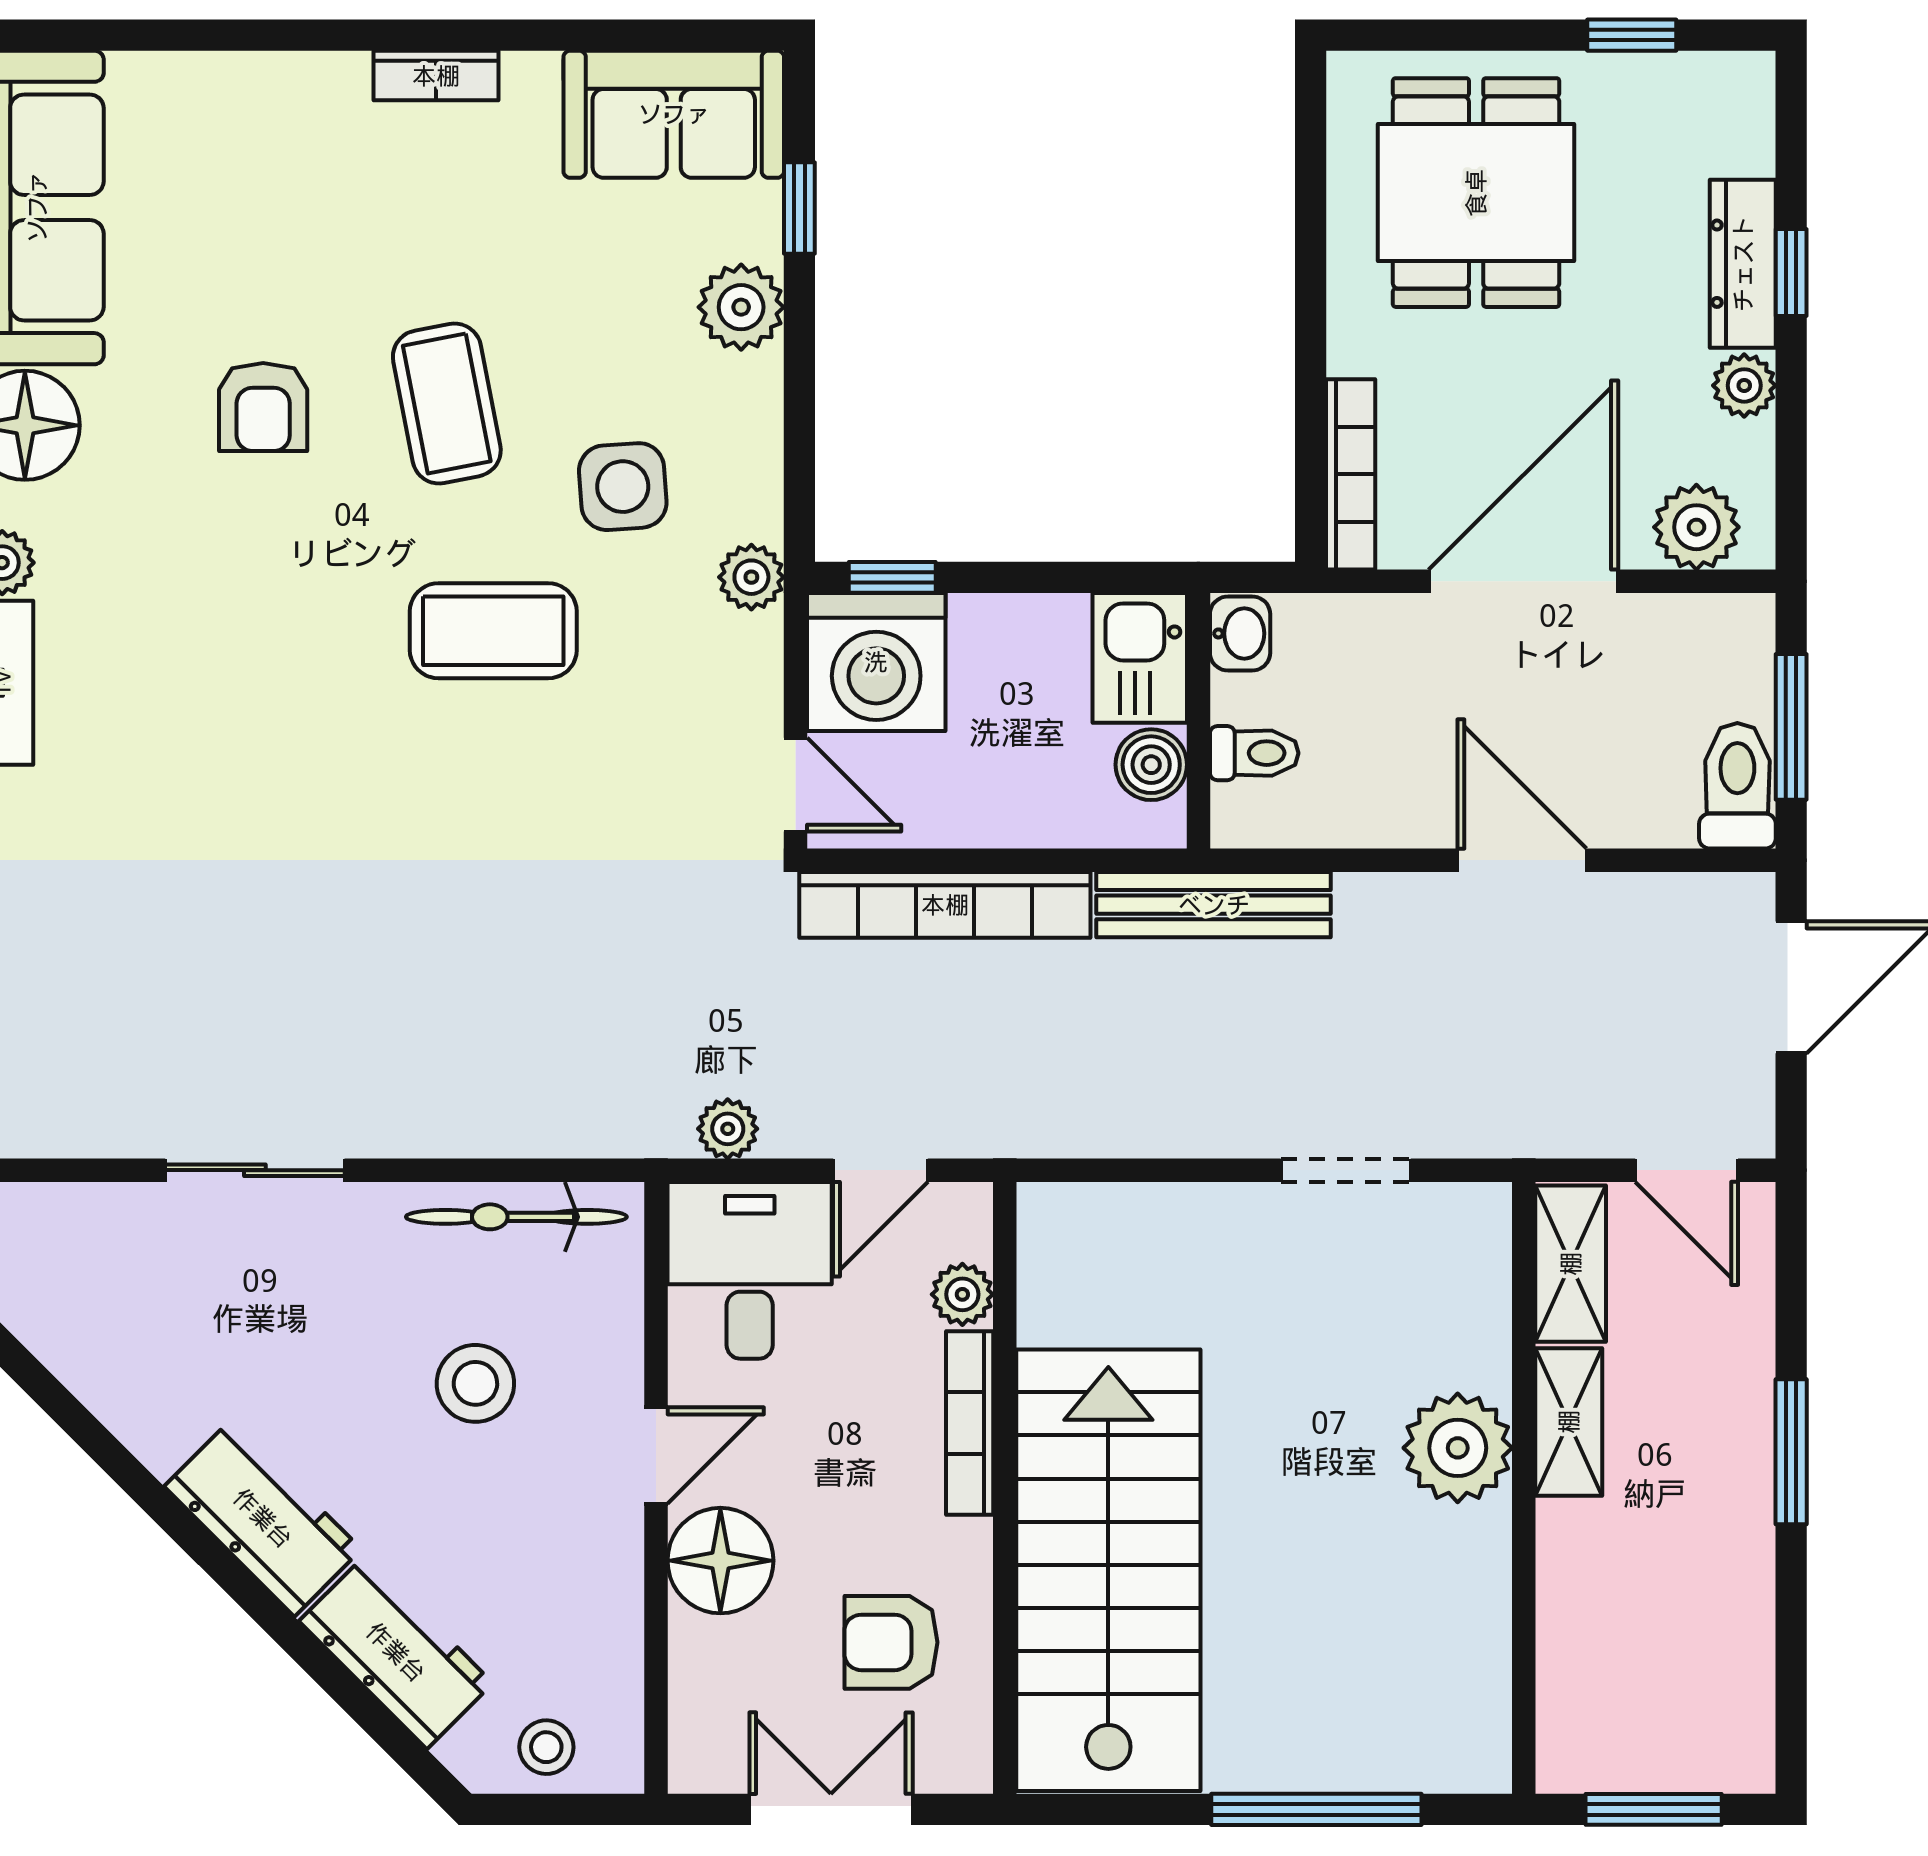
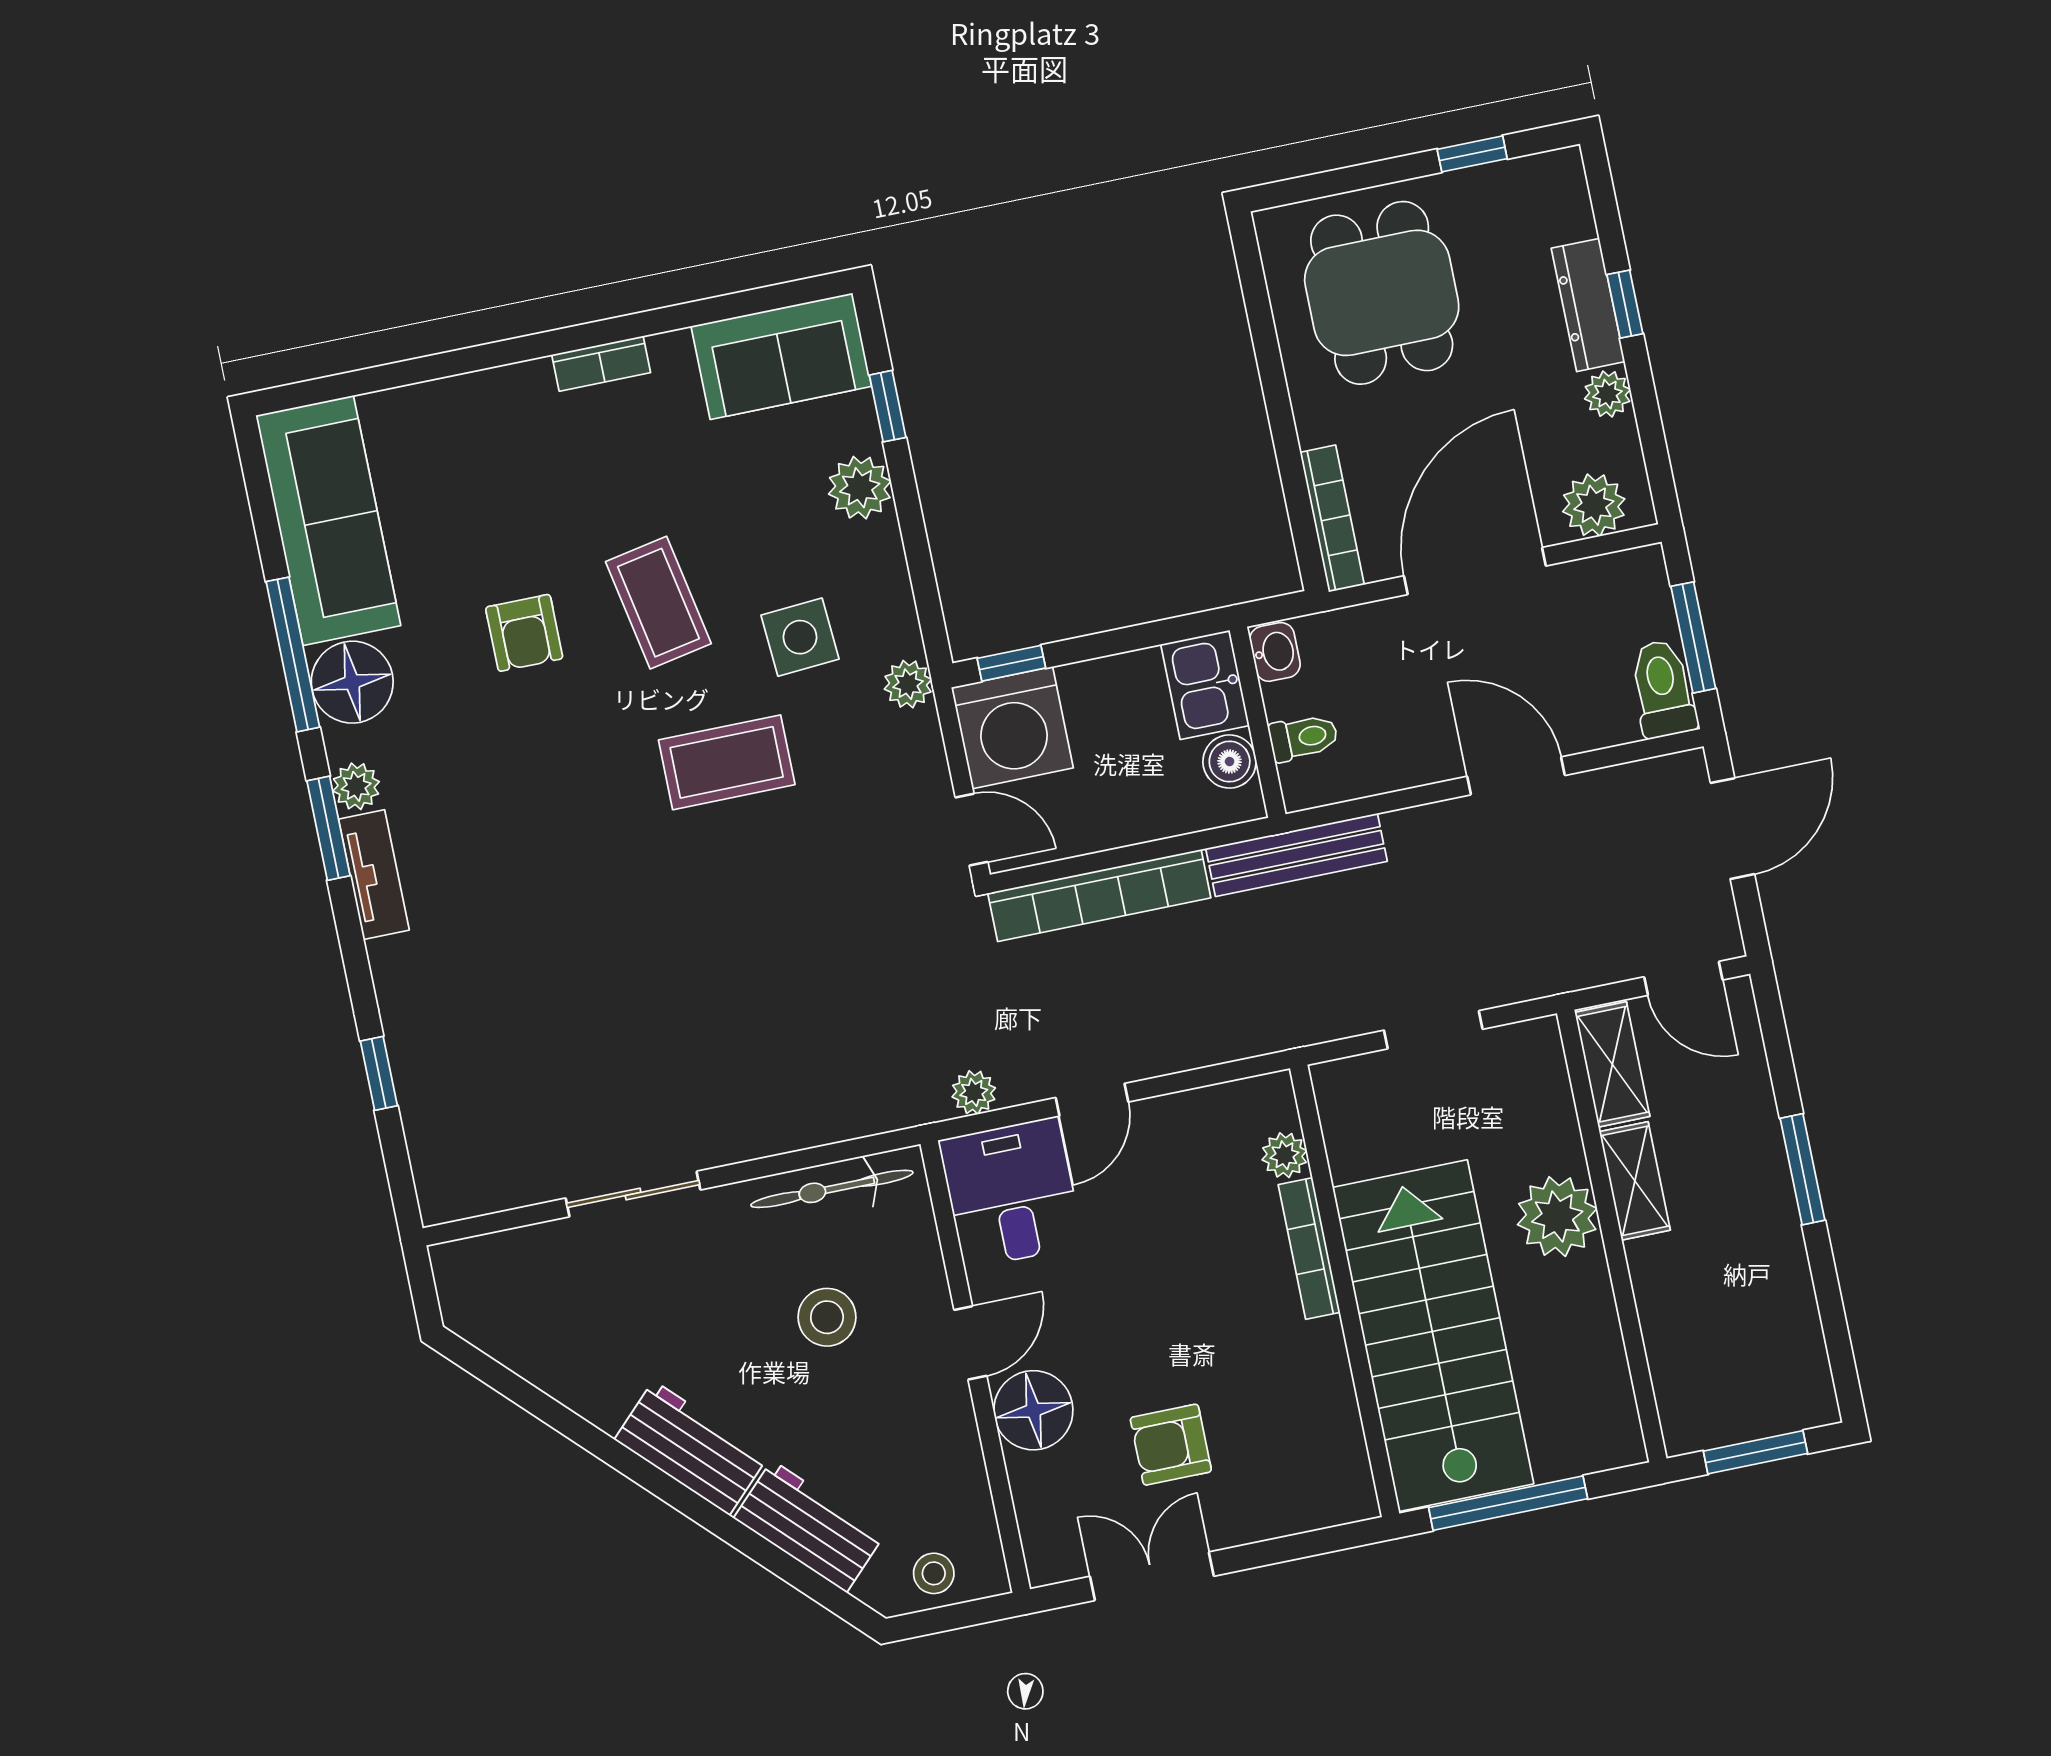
plant: (962, 1294) -> (1284, 1155), moved
bookcase: (970, 1423) -> (1309, 1249), moved
wall: (1005, 1488) -> (1345, 1291), moved
stairs: (1108, 1570) -> (1433, 1336), moved

